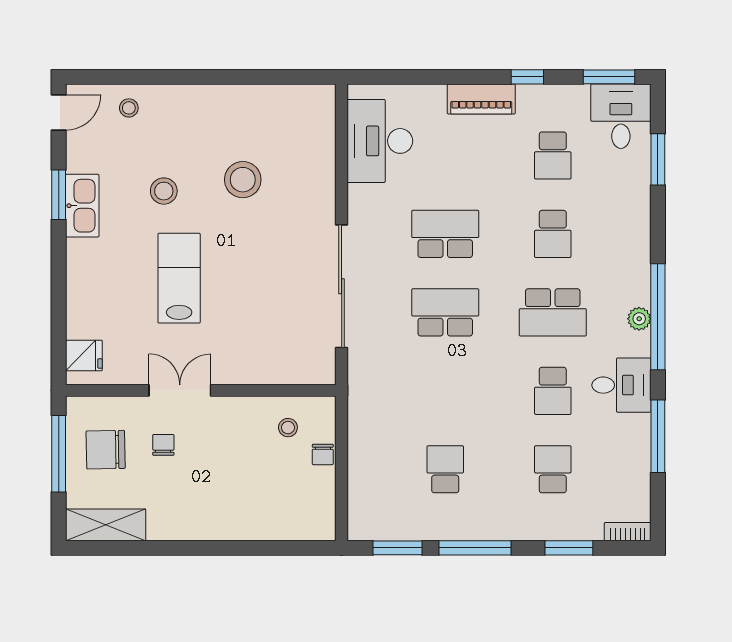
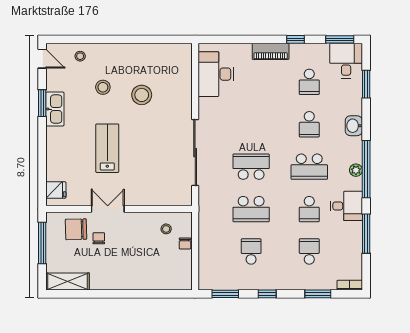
door: (59, 112) -> (42, 59), hinge flipped
stool: (164, 191) -> (103, 87), moved
school desk: (445, 234) -> (251, 209), moved, turned 180
washbasin: (635, 237) -> (354, 126), added
chair: (106, 450) -> (76, 229), moved
window: (475, 548) -> (267, 294), width x0.46

